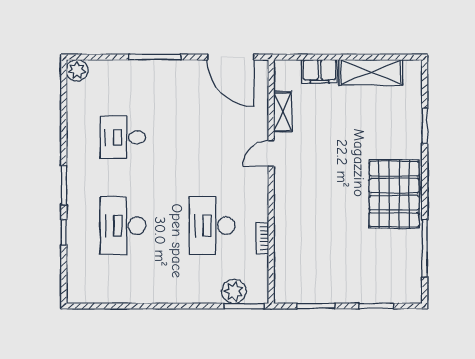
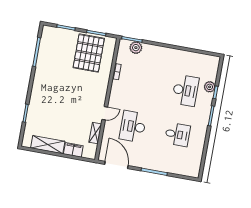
plant: (77, 70) -> (210, 87), moved
pallet: (394, 194) -> (89, 53), moved
desk: (212, 226) -> (133, 126), moved, turned 180

